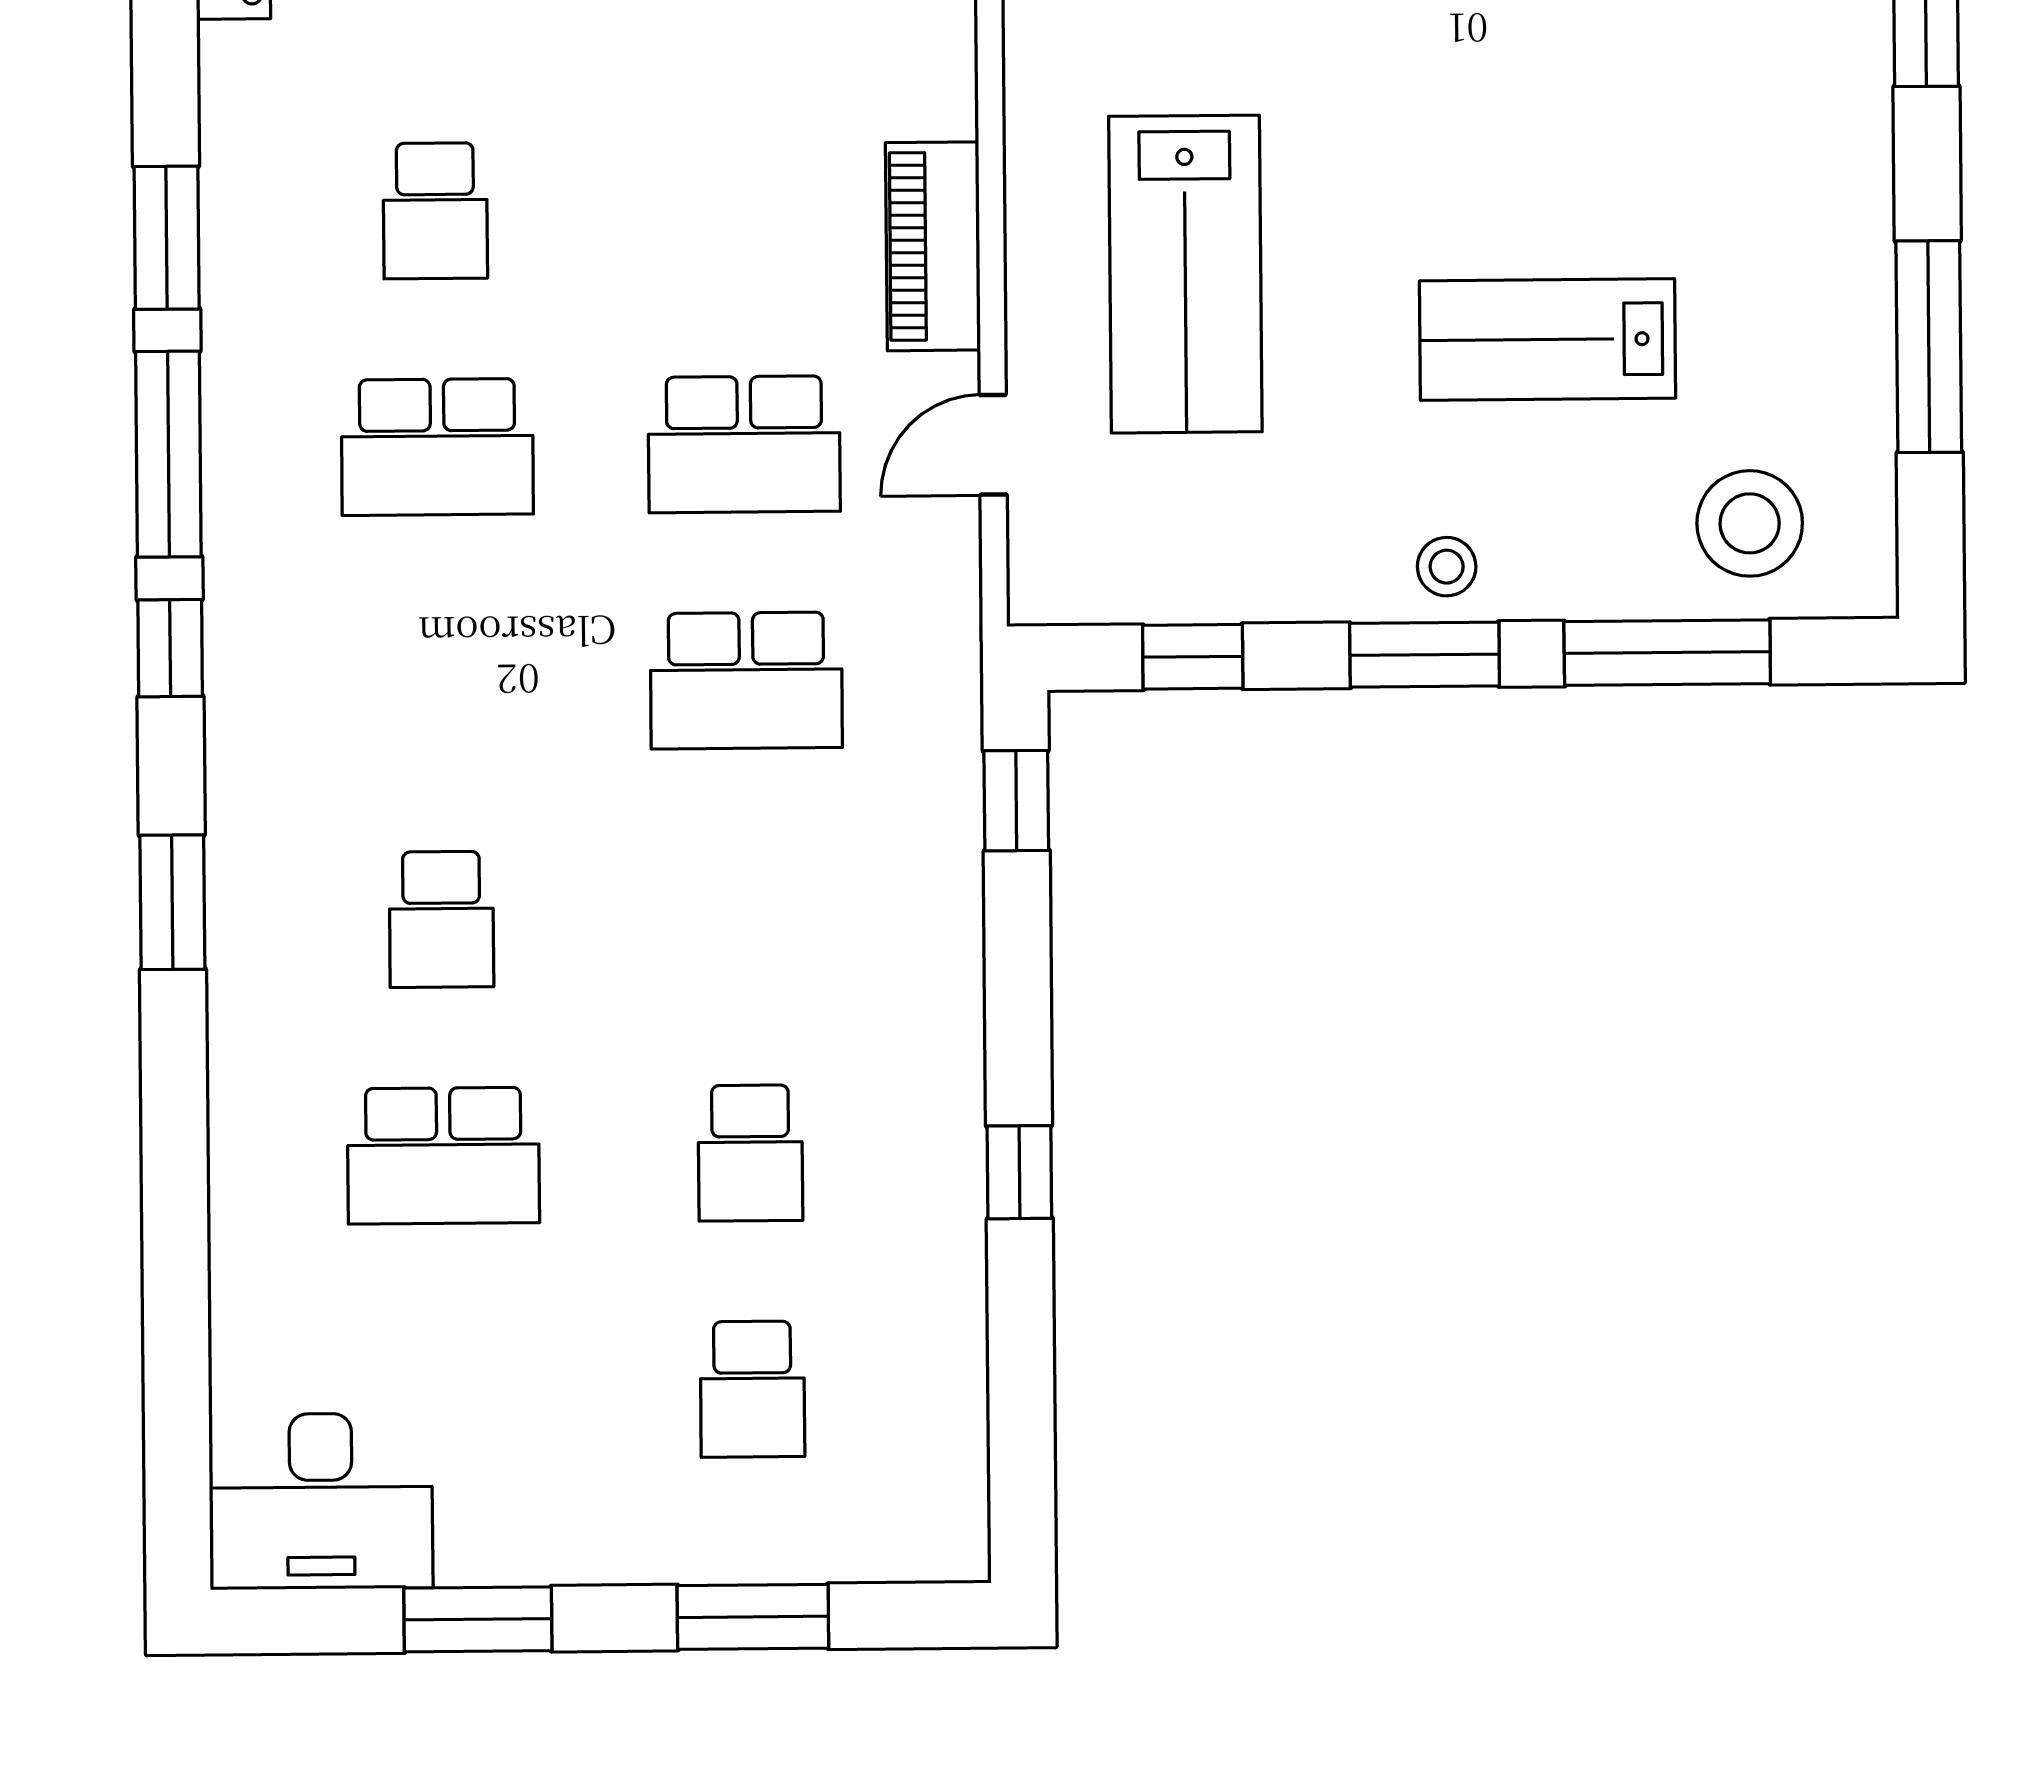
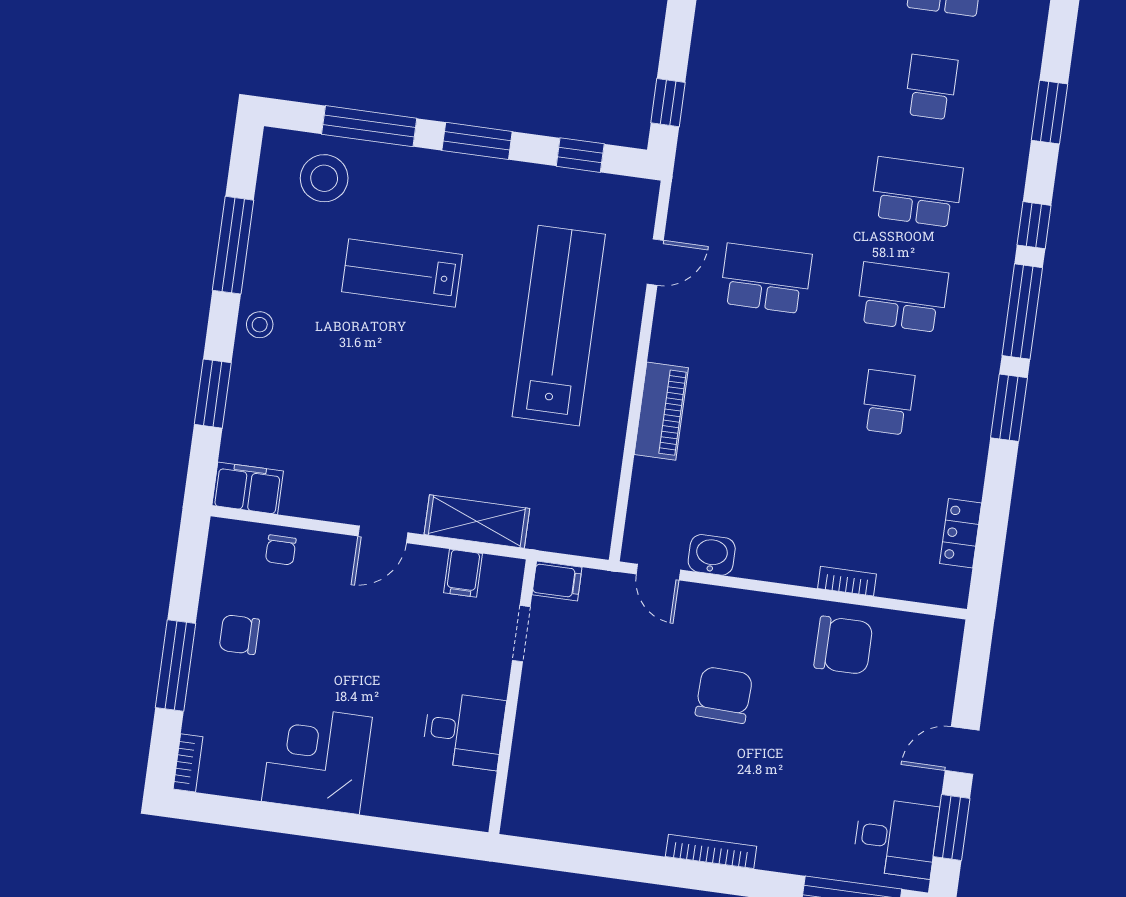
piano: (933, 246) -> (661, 411), moved
lab bench: (1185, 274) -> (559, 326), width x1.36
lab bench: (1548, 340) -> (402, 273), turned 180
stool: (1447, 567) -> (260, 325), moved
school desk: (746, 681) -> (917, 192), moved

